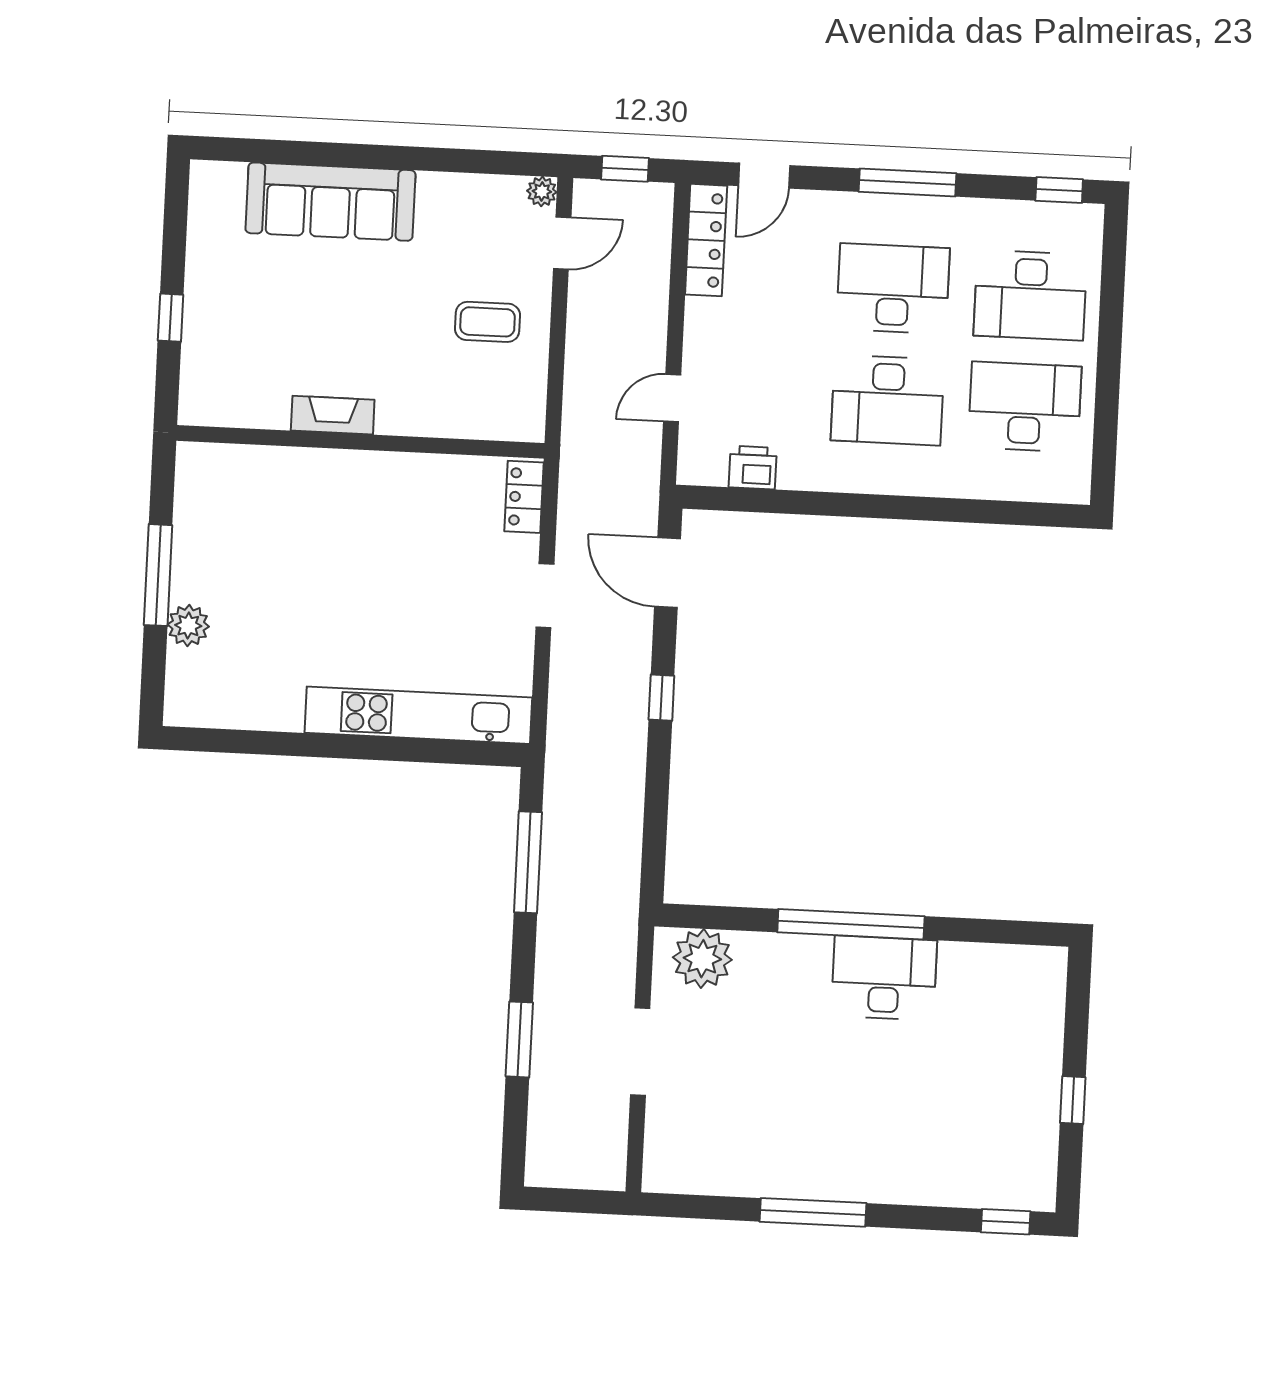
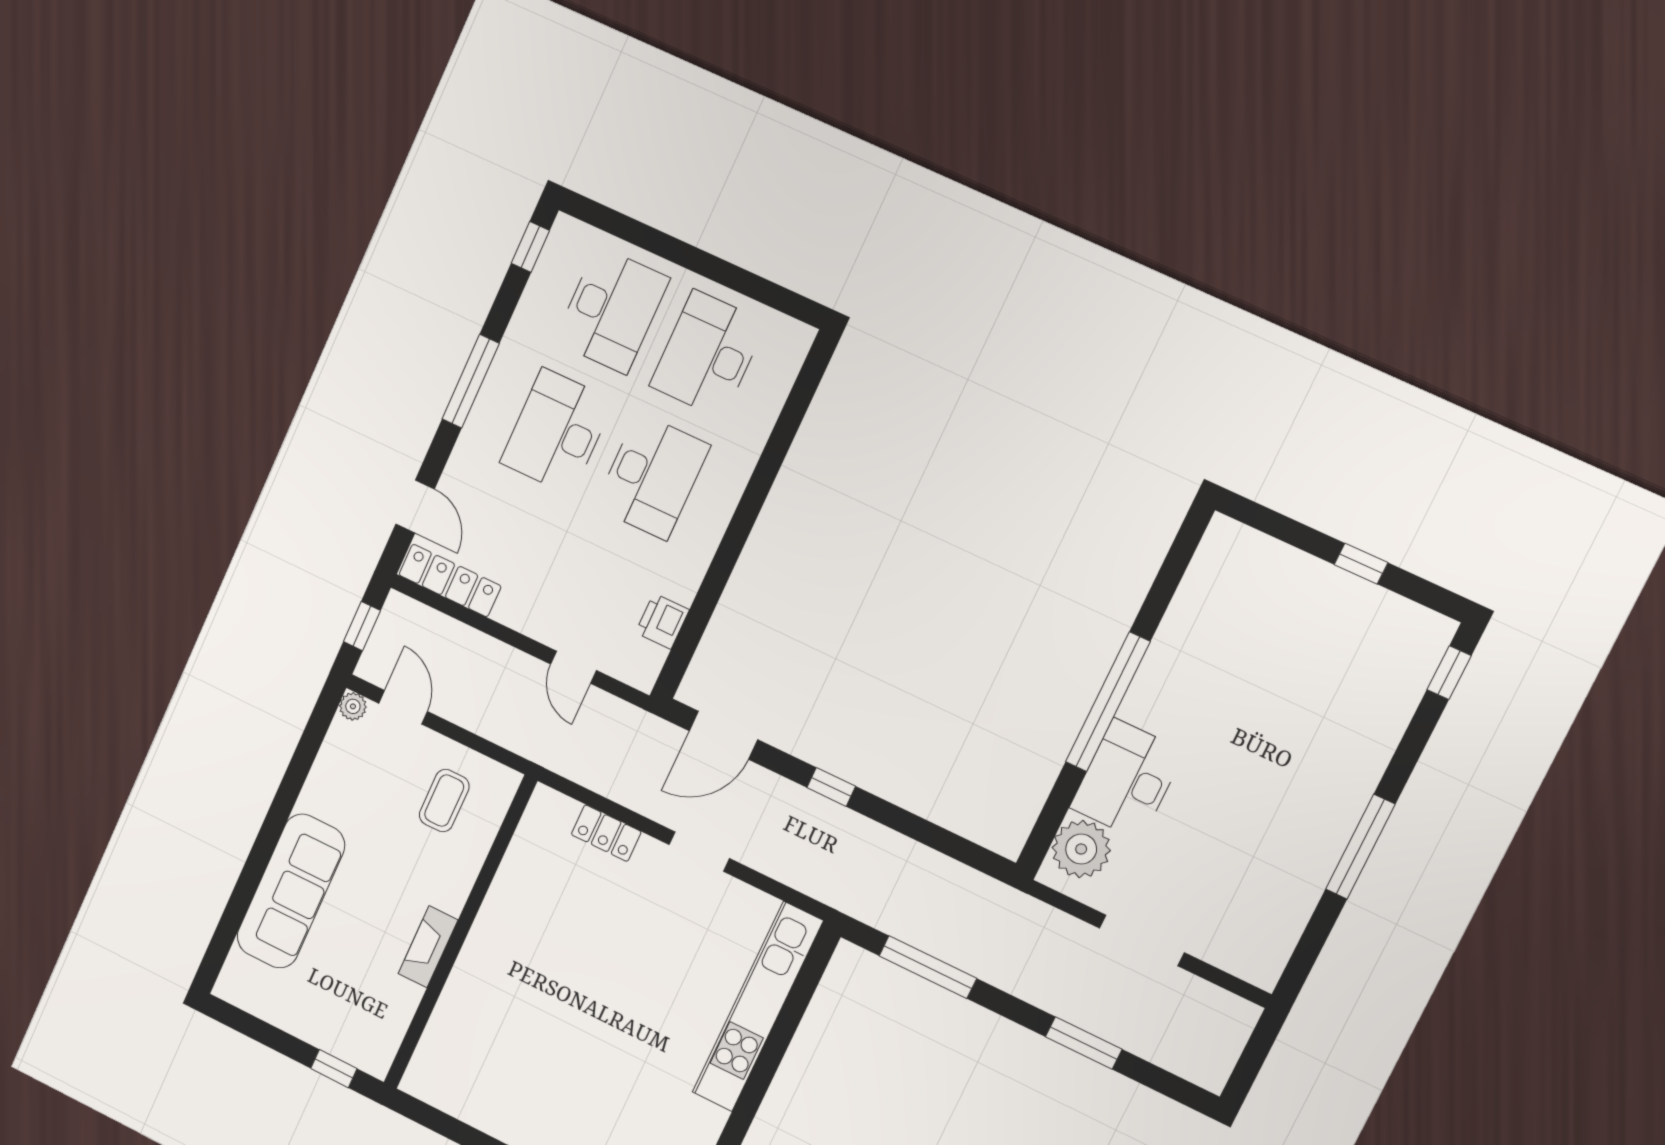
fireplace: (333, 415) -> (428, 947), moved
wall: (360, 442) -> (460, 933), moved
desk: (884, 978) -> (1127, 779), moved

